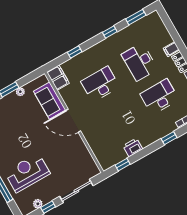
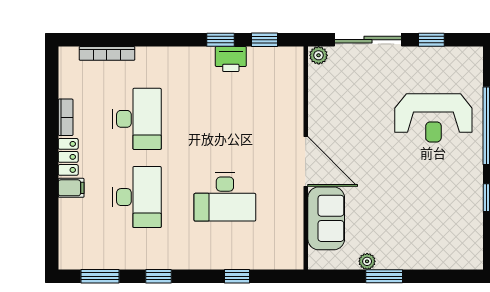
filing cabinet: (58, 78) -> (290, 249), removed
desk: (159, 97) -> (137, 119), turned -90
window: (169, 138) -> (221, 40), moved
plant: (38, 204) -> (319, 55), moved

